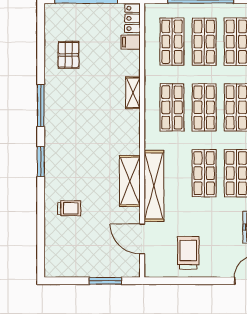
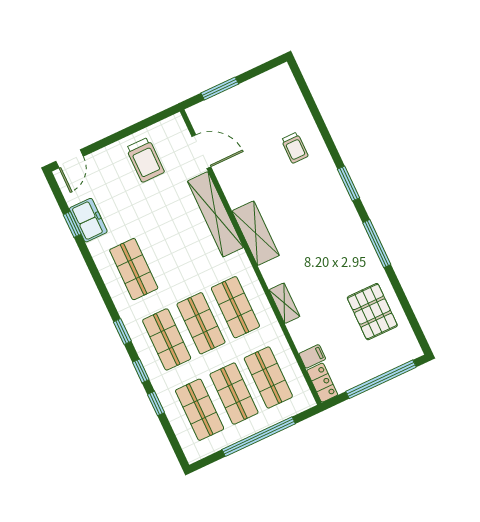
pallet: (69, 55) -> (372, 312), width x1.50, depth x1.42
shop shelf: (204, 173) -> (168, 253), removed
shelving: (130, 181) -> (256, 233), moved
trolley: (69, 208) -> (295, 148), turned -90

